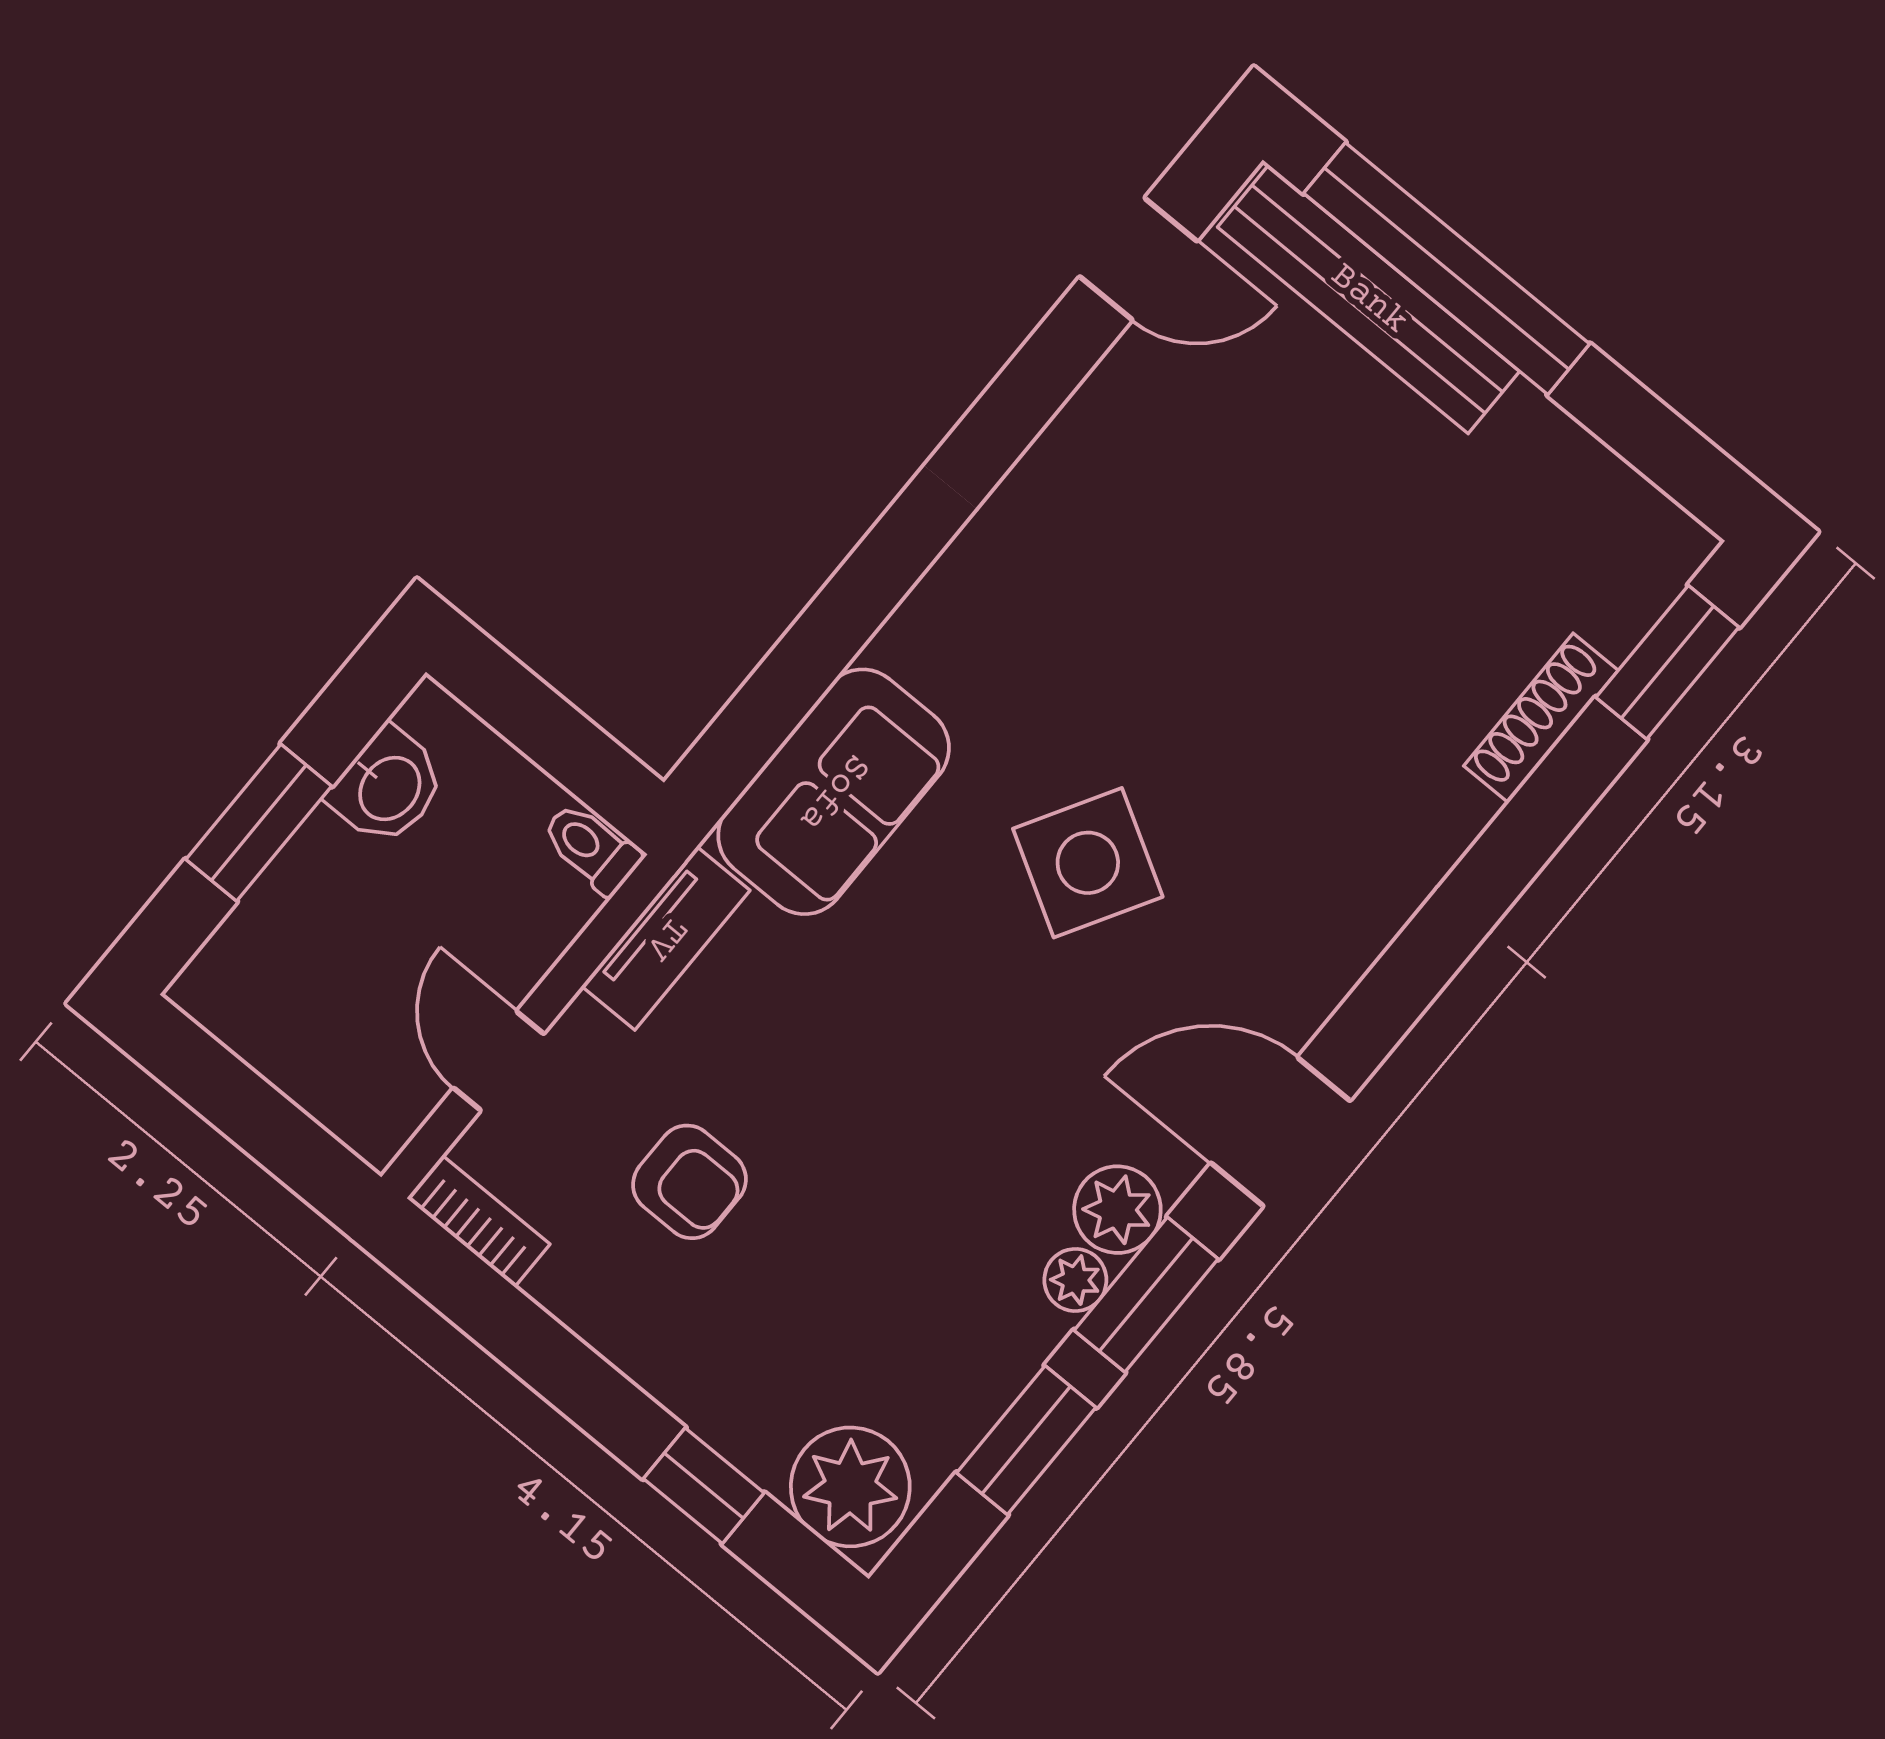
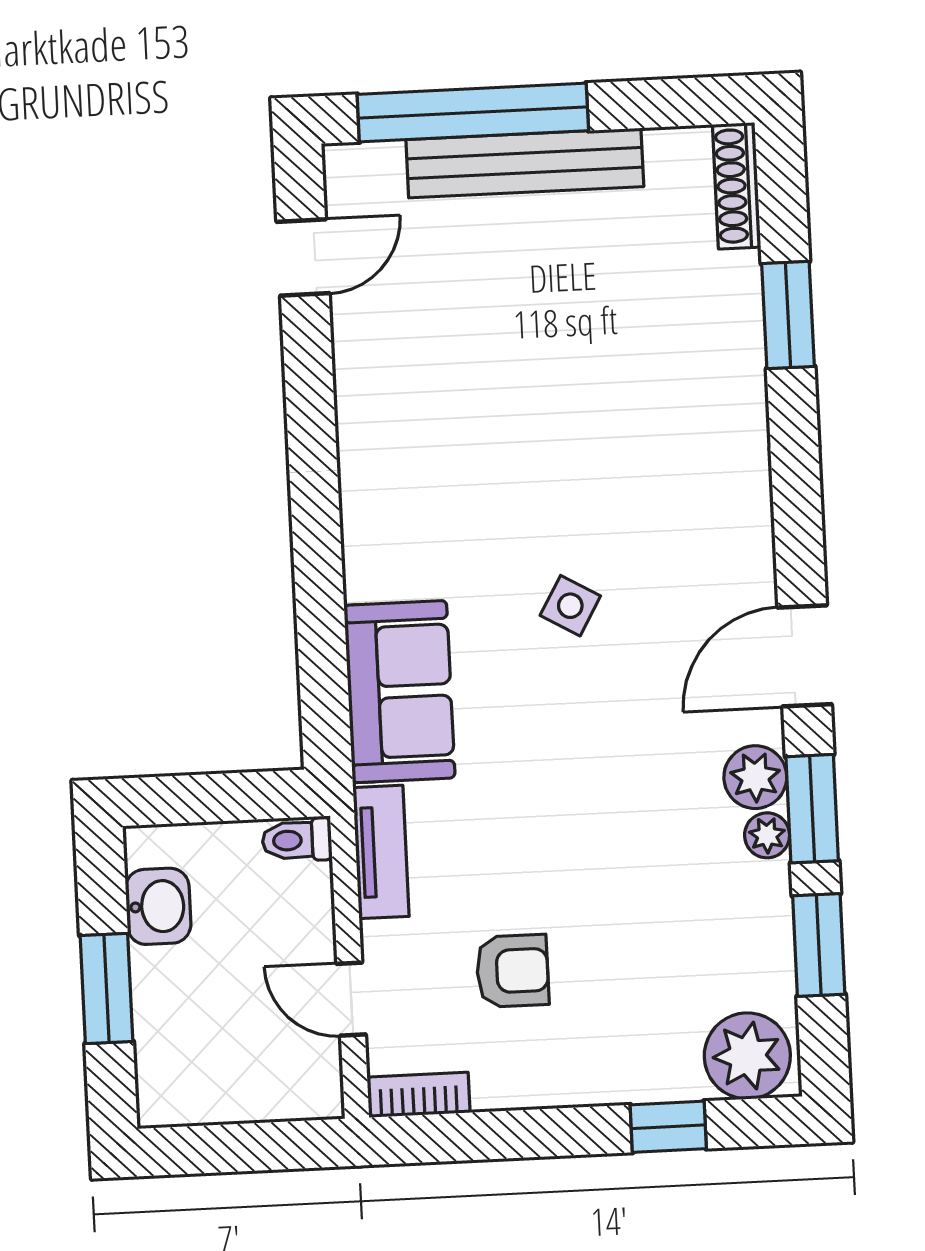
bench: (1369, 299) -> (525, 163), moved
window: (1667, 662) -> (788, 315), moved
shoe rack: (1541, 718) -> (737, 186), moved
side table: (1088, 863) -> (570, 606), width x0.54, depth x0.54

